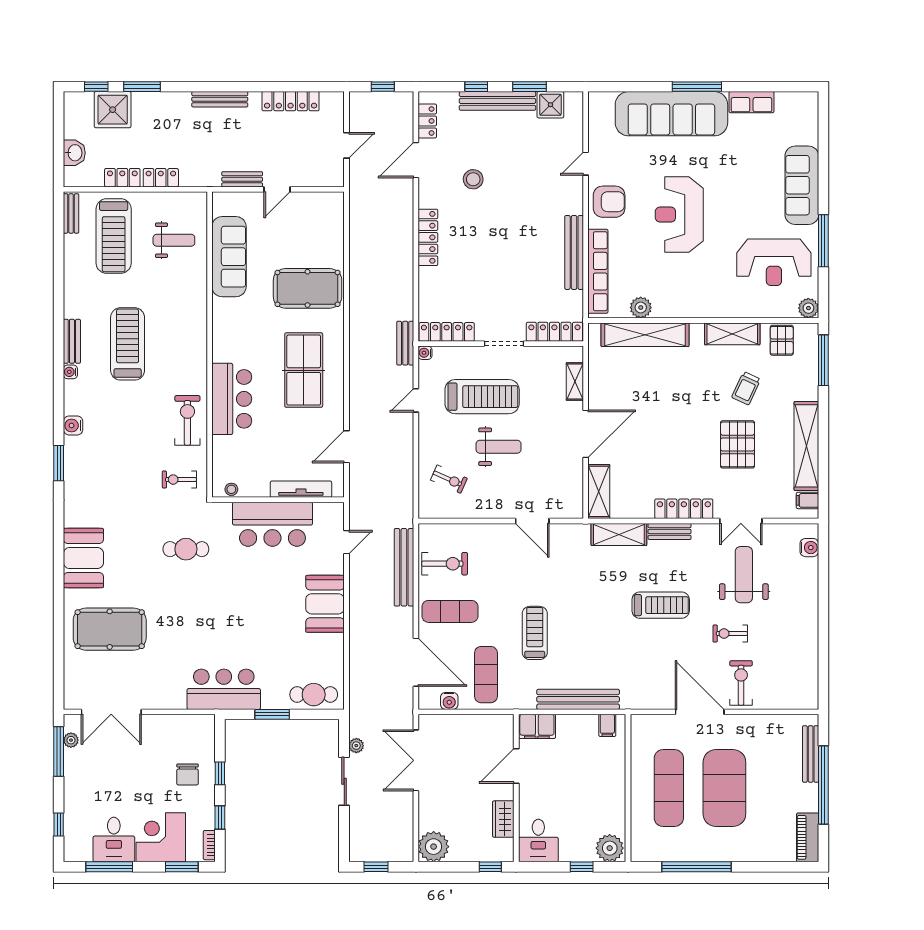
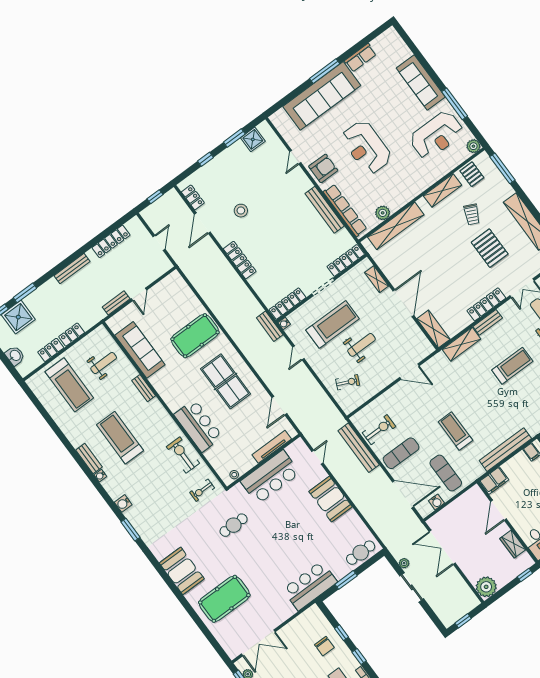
bench: (497, 101) -> (223, 159), removed
bench: (71, 213) -> (144, 388), moved

